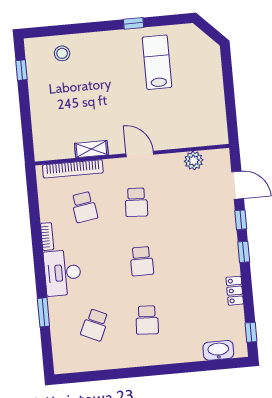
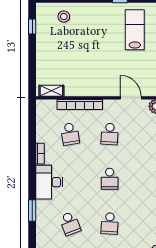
shelving: (91, 149) -> (51, 91), moved
door: (140, 154) -> (131, 98), moved
bookcase: (73, 169) -> (80, 104), moved
school desk: (95, 325) -> (70, 223), turned -45

